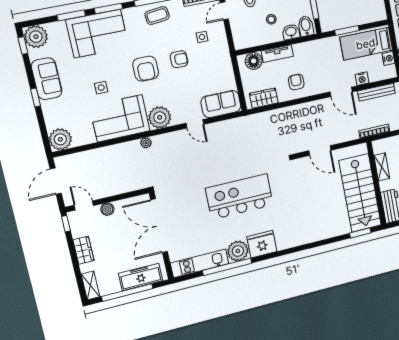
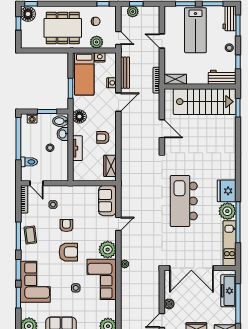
floor lamp: (254, 61) -> (79, 117), moved
door: (320, 151) -> (162, 129), hinge flipped
shelving: (382, 167) -> (175, 79), moved

